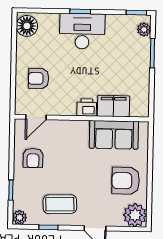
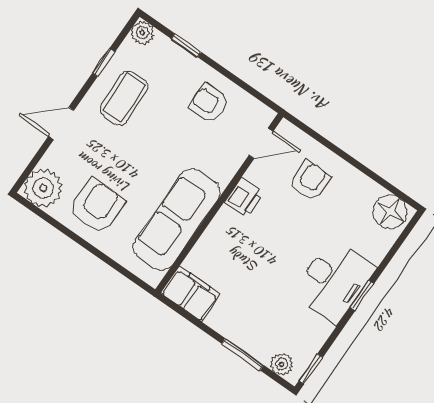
filing cabinet: (114, 106) -> (191, 294), moved, turned -90
printer: (87, 107) -> (244, 198), moved
door: (36, 117) -> (261, 143), swing flipped
sofa: (114, 135) -> (177, 220), width x1.36

